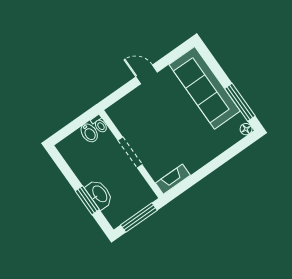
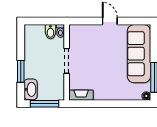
washbasin: (99, 194) -> (31, 89), moved

